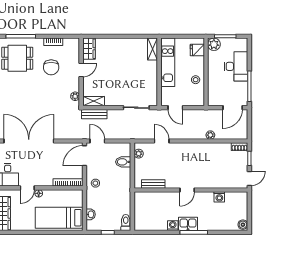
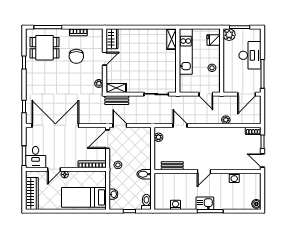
door: (175, 108) -> (206, 94), moved
bidet: (123, 162) -> (144, 174), moved
door: (249, 178) -> (262, 160), swing flipped
washing machine: (173, 226) -> (176, 205), moved

